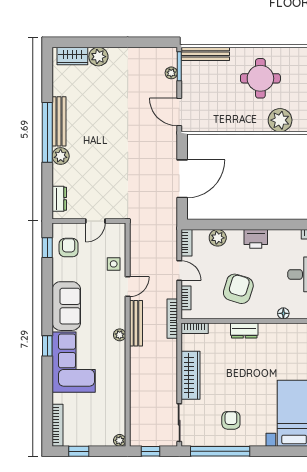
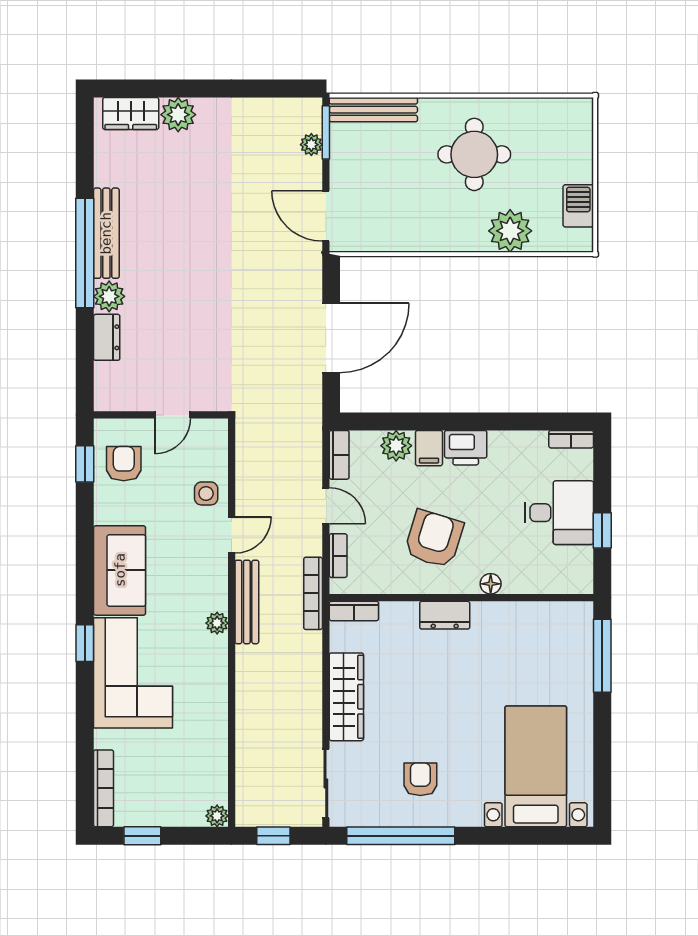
dresser: (59, 199) -> (107, 337), moved
filing cabinet: (236, 239) -> (429, 448), added
floor lamp: (283, 313) -> (491, 584), moved

